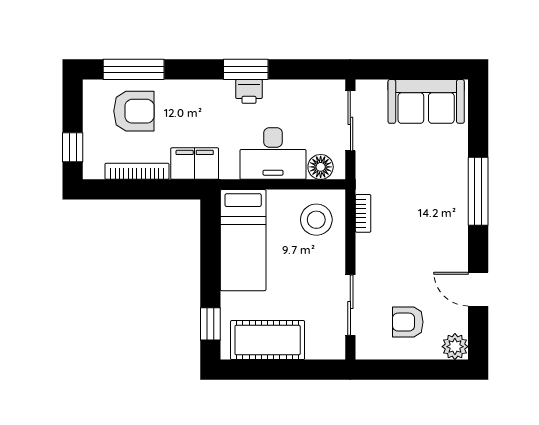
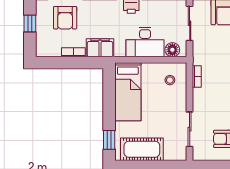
armchair: (134, 111) -> (65, 18), turned 90
window: (73, 147) -> (30, 24), moved
bookcase: (137, 171) -> (73, 52), width x0.64
stool: (316, 220) -> (170, 80), width x0.53, depth x0.53

